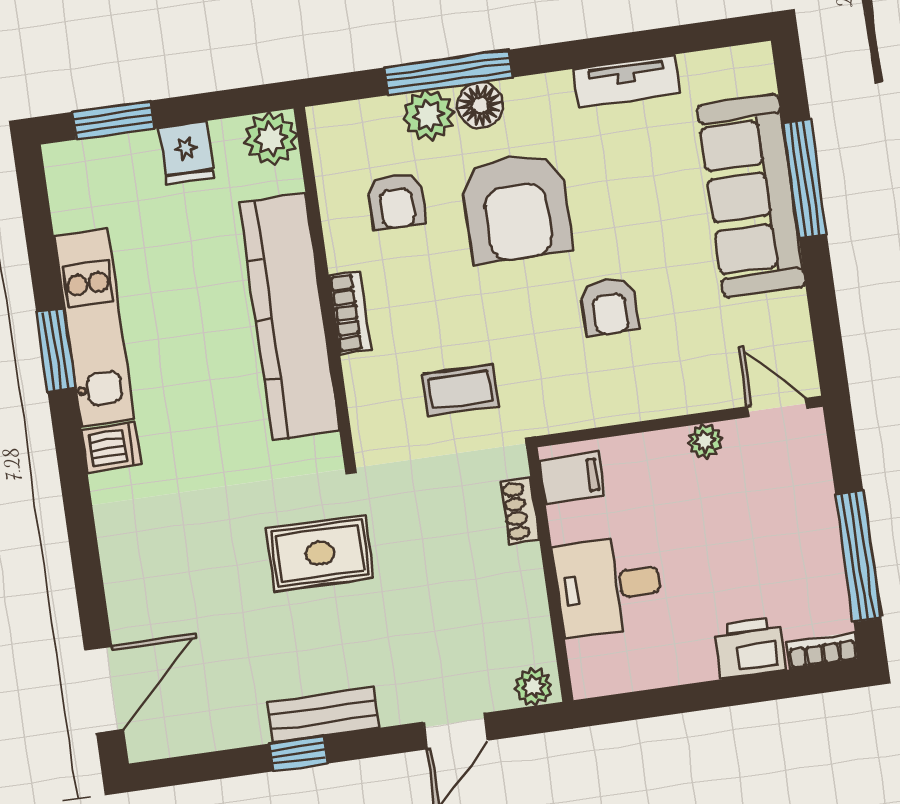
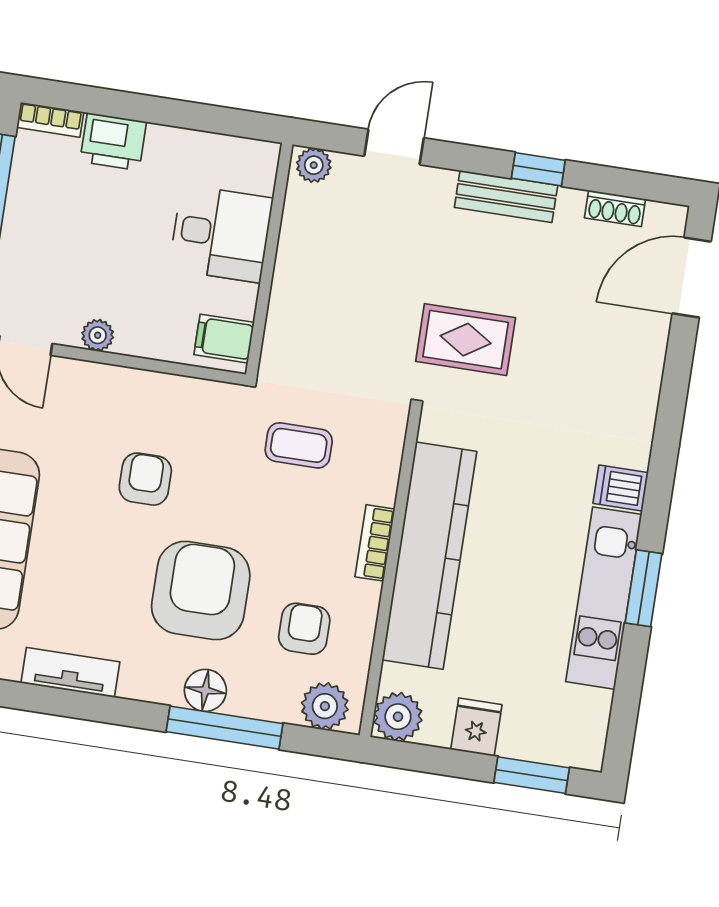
plant: (429, 115) -> (325, 706), moved
shoe rack: (520, 511) -> (615, 208), moved, turned 90

